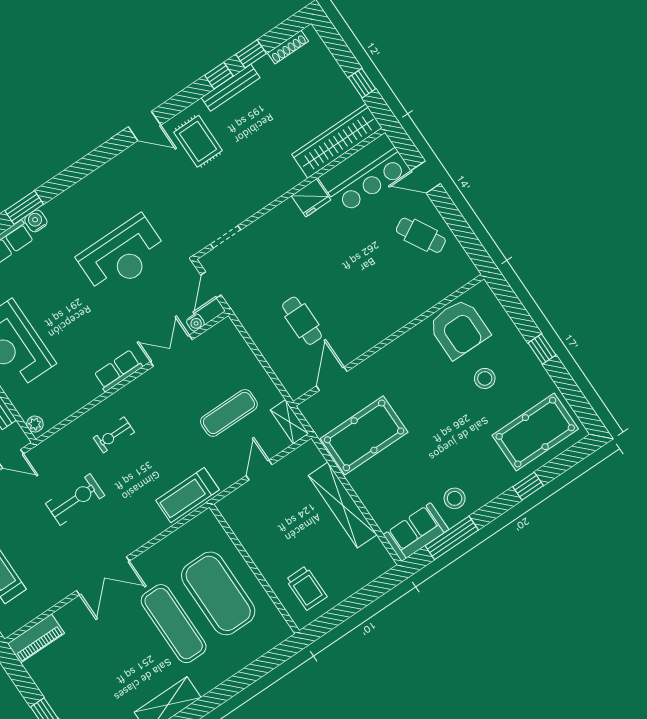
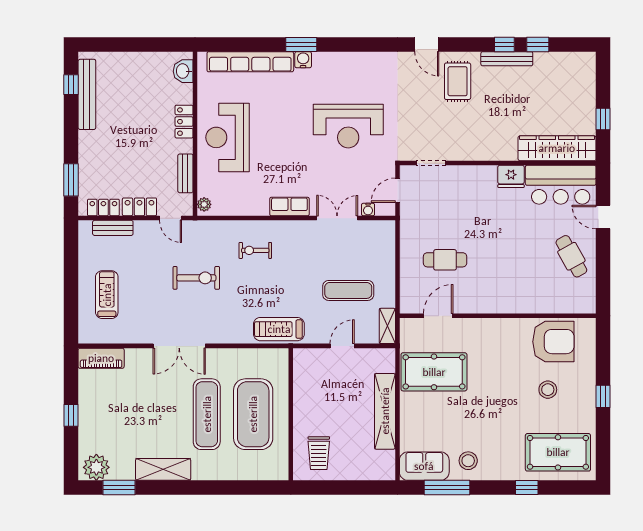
shoe rack: (288, 47) -> (567, 57), removed
cafe table: (302, 321) -> (445, 260), turned 90
armchair: (459, 329) -> (553, 342), turned -90

